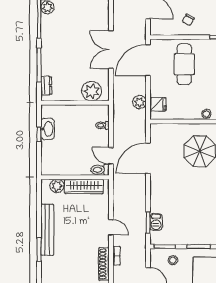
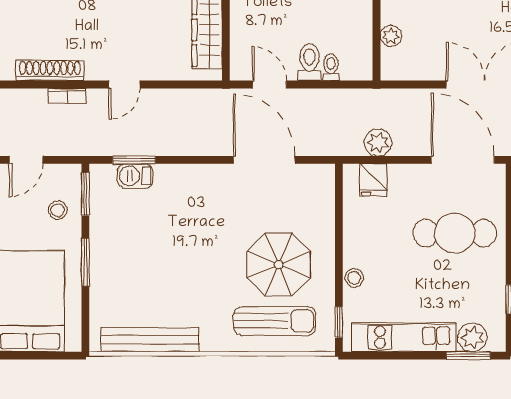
plant: (92, 91) -> (391, 36), width x0.53, depth x0.53
door: (111, 156) -> (269, 84), hinge flipped
toilet: (100, 170) -> (309, 62), moved

